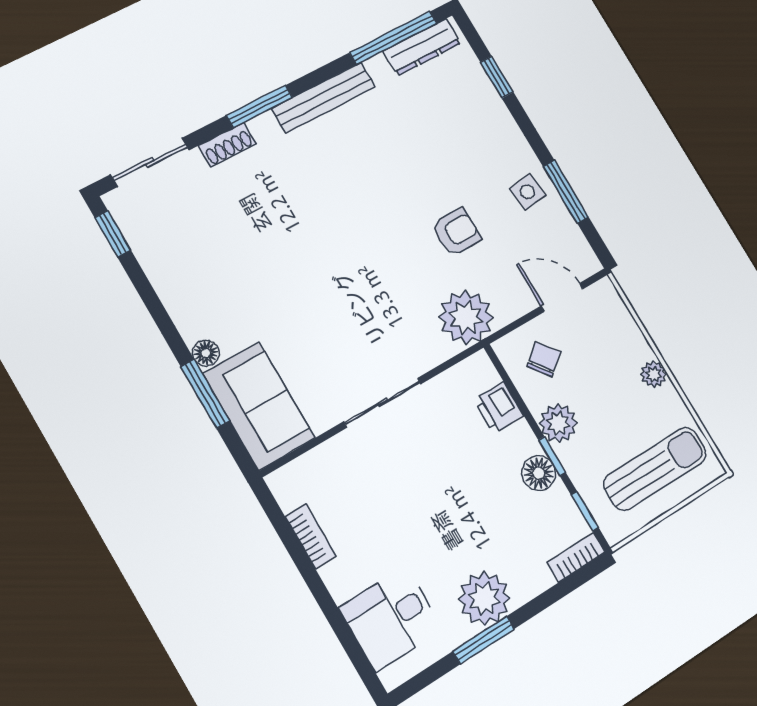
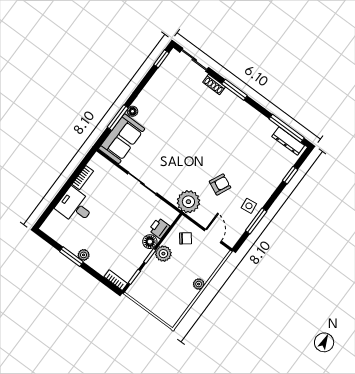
bench: (324, 98) -> (250, 112), removed
armchair: (456, 232) -> (220, 184), turned -65
sun lounger: (655, 469) -> (162, 298), removed
floor lamp: (539, 473) -> (150, 242), moved
plant: (484, 599) -> (84, 255), width x0.53, depth x0.53
desk: (391, 619) -> (75, 206), moved

